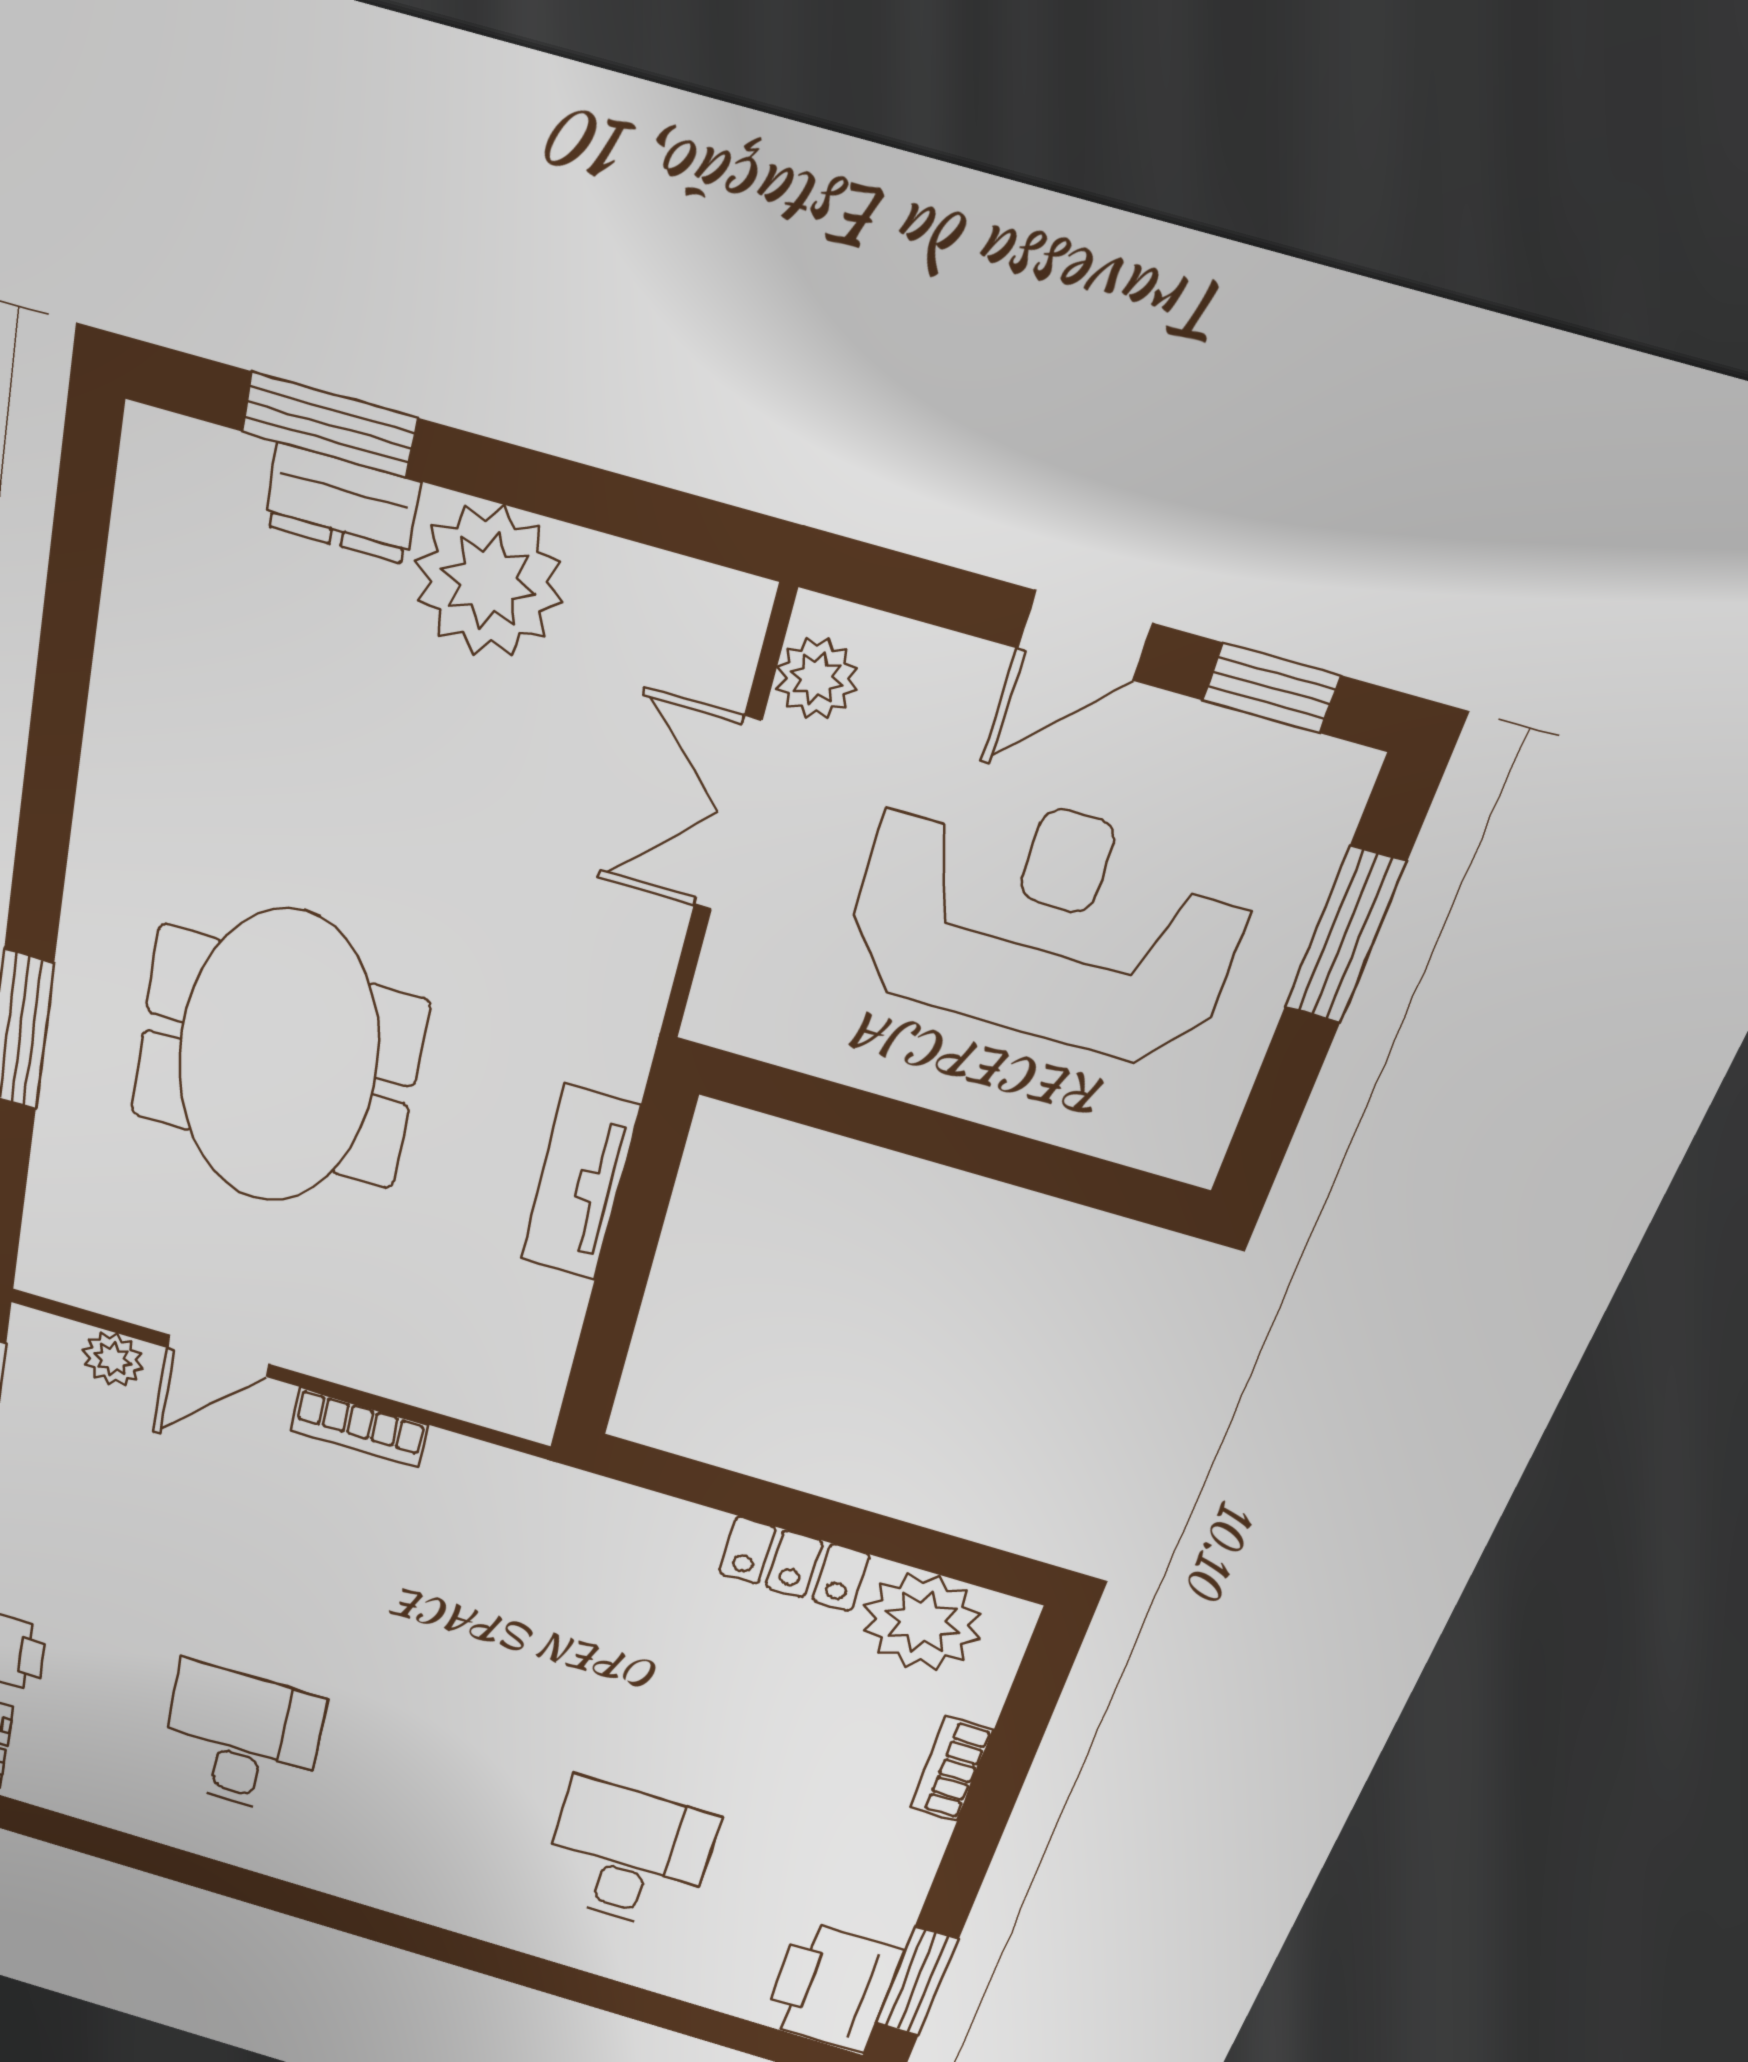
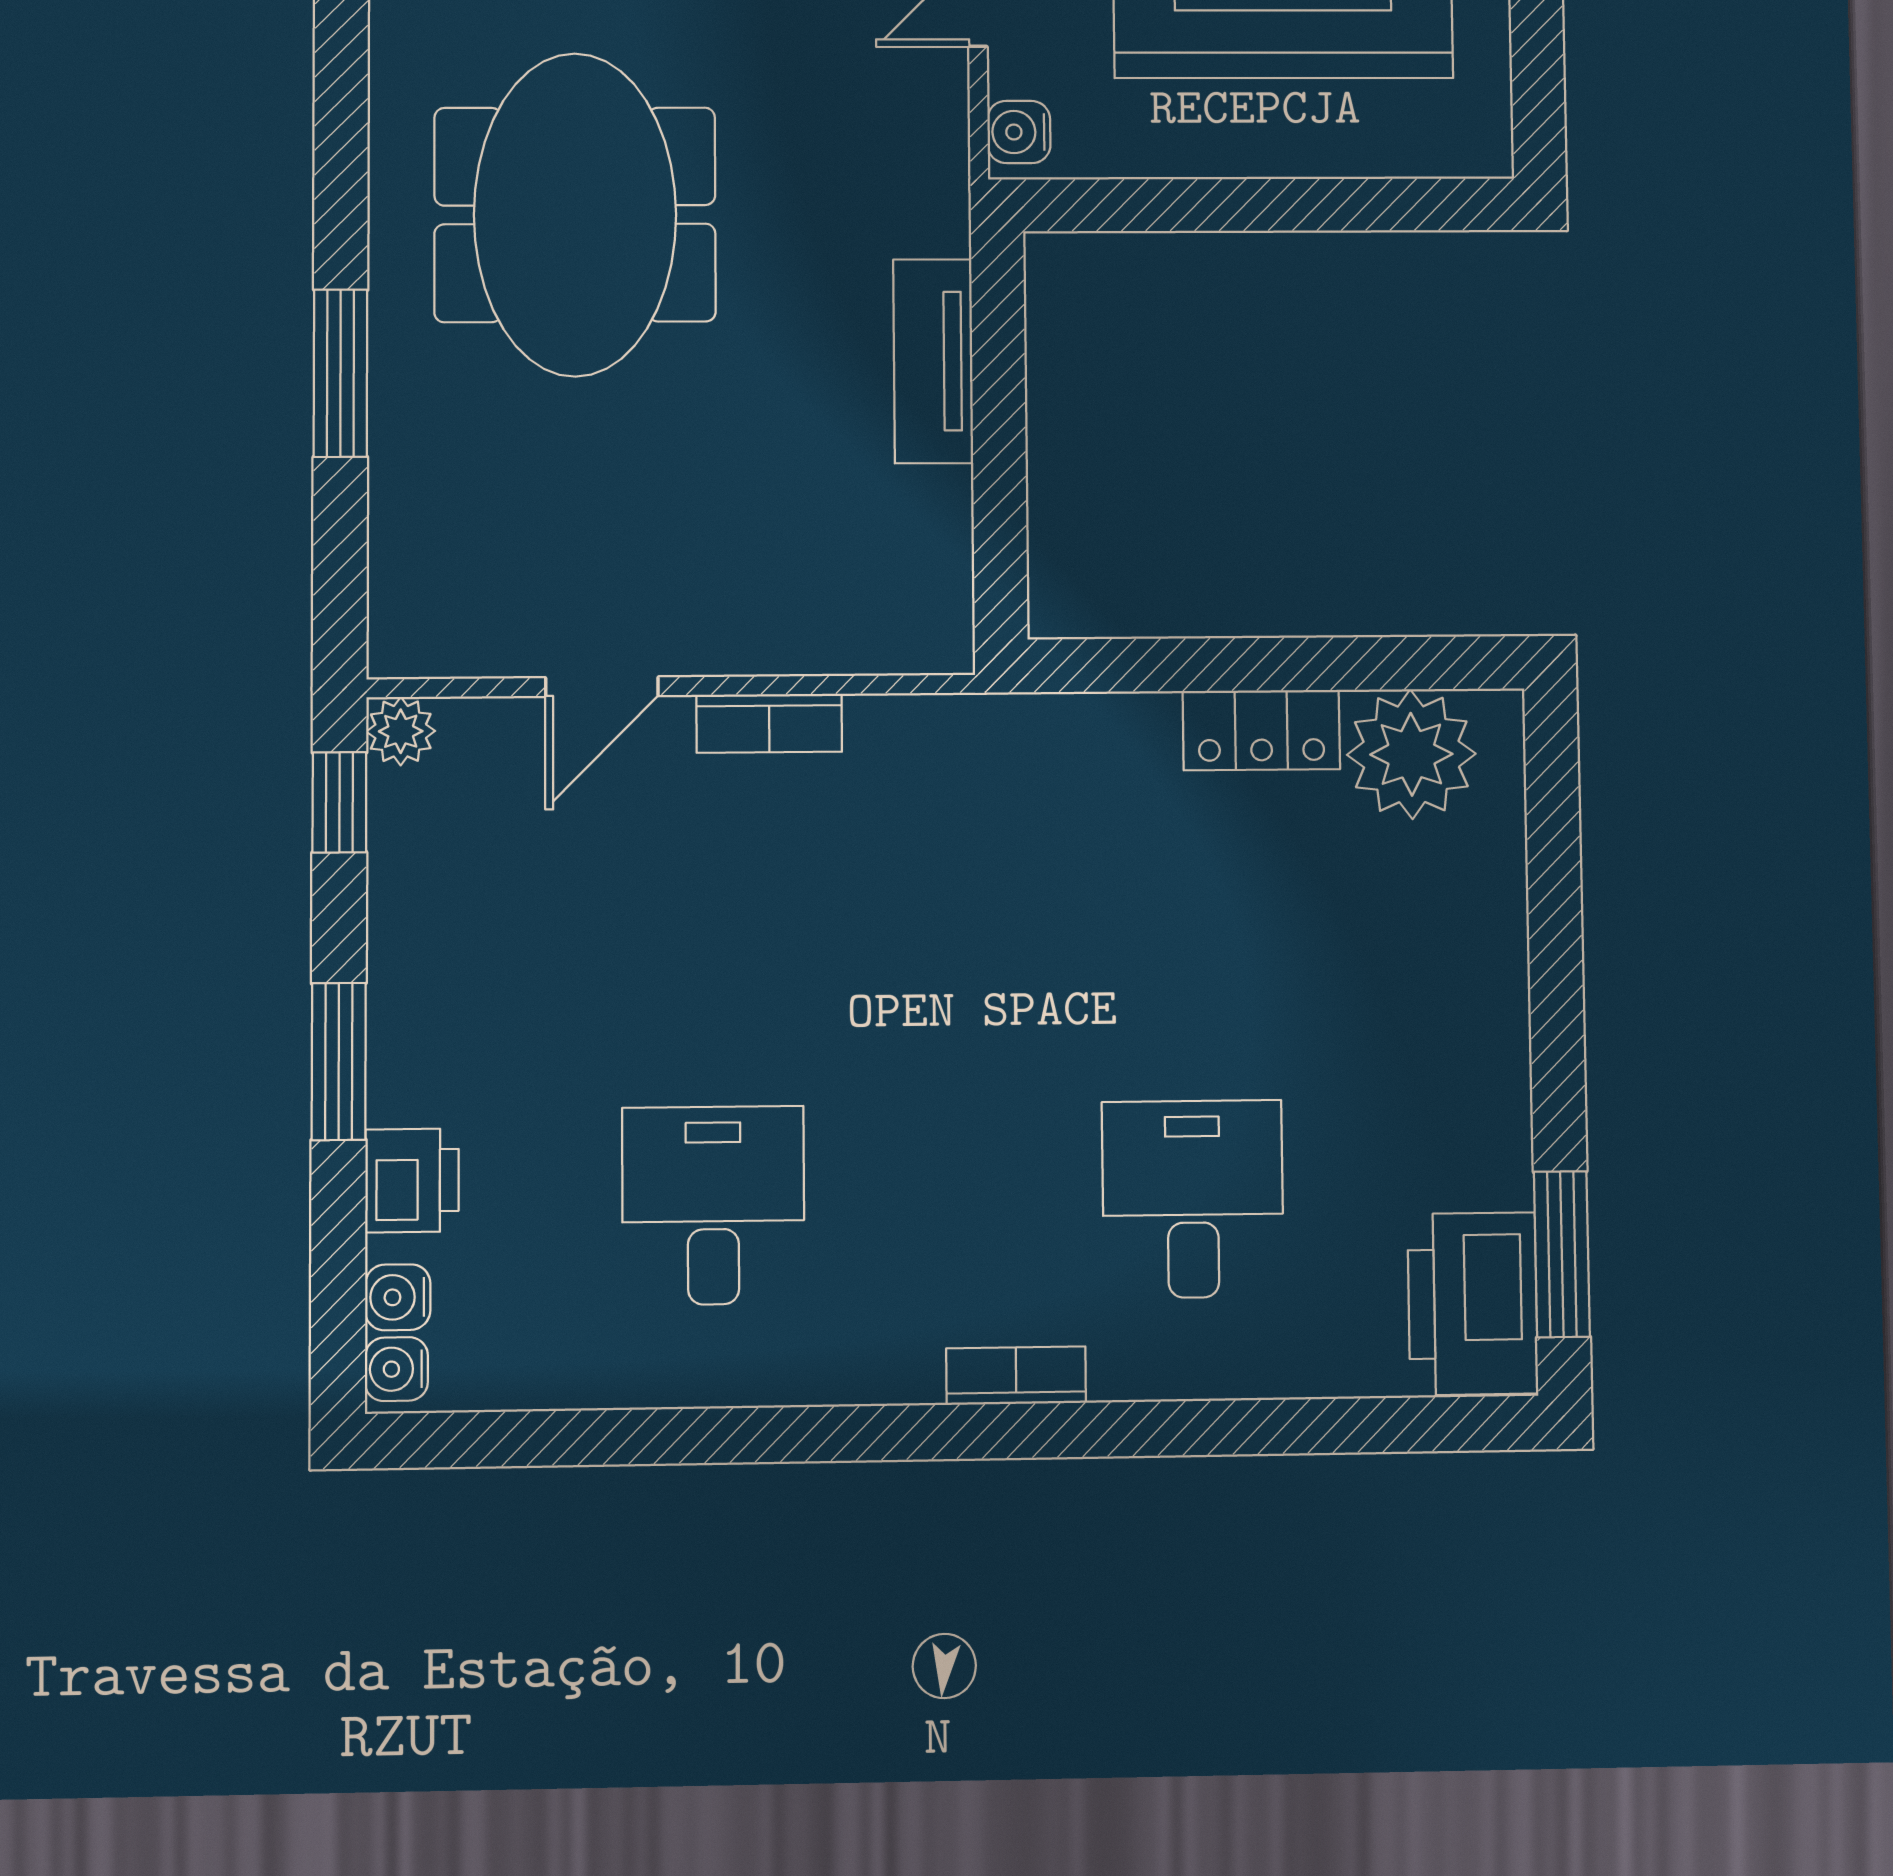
water cooler: (721, 1001) -> (1019, 132), added
meeting table: (278, 1058) -> (575, 215), moved
plant: (113, 1359) -> (401, 731), moved
bookcase: (951, 1769) -> (1016, 1376), moved, turned 90

